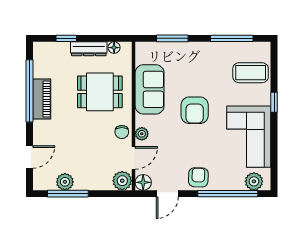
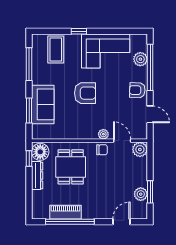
window: (66, 38) -> (29, 159), moved
floor lamp: (114, 48) -> (40, 152), width x1.89, depth x1.89
sofa: (150, 89) -> (43, 104), moved, turned 90
piano: (42, 99) -> (66, 212), moved
door: (29, 157) -> (121, 222), hinge flipped
plant: (254, 181) -> (140, 59), moved
floor lamp: (143, 182) -> (141, 133), removed
window: (68, 194) -> (150, 192), width x0.69

